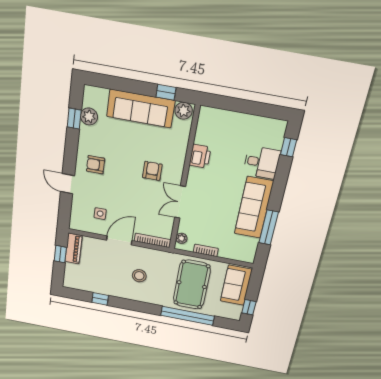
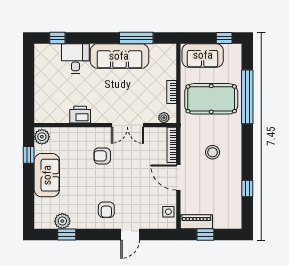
sofa: (141, 109) -> (47, 175), width x0.73
side table: (100, 214) -> (168, 212), moved

